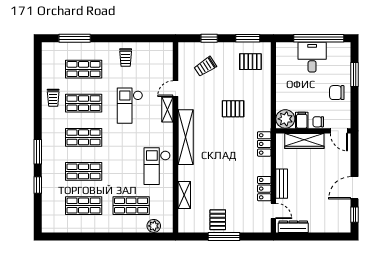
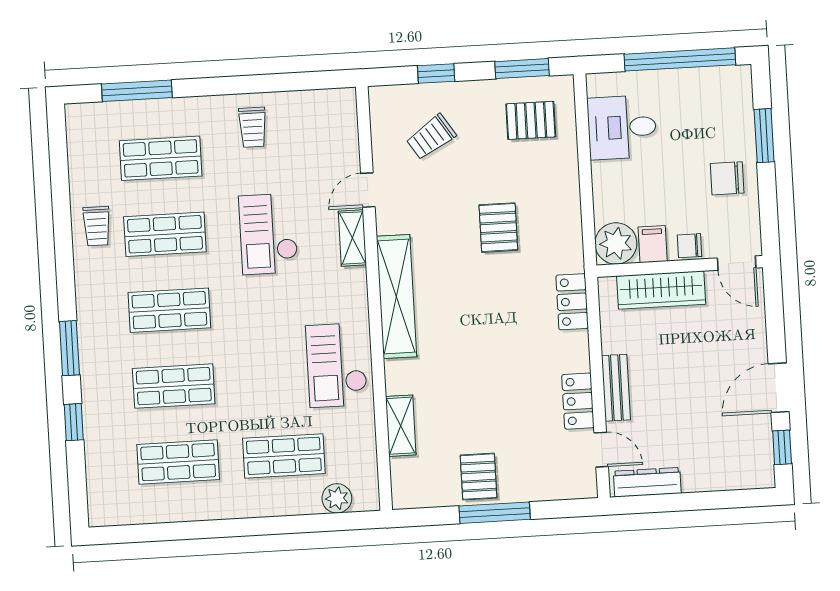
desk: (312, 57) -> (622, 127), moved, turned -90
pallet: (233, 109) -> (498, 228), turned 90

